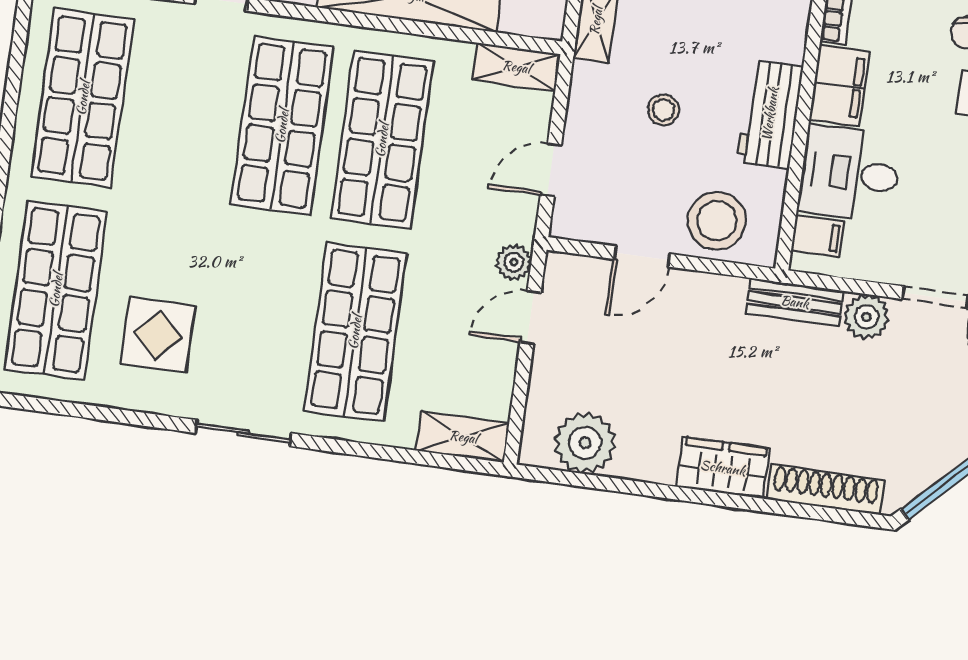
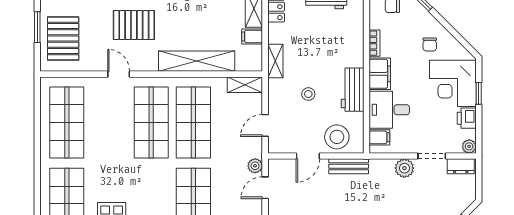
bench: (795, 302) -> (349, 166), moved

